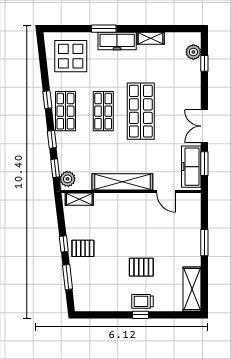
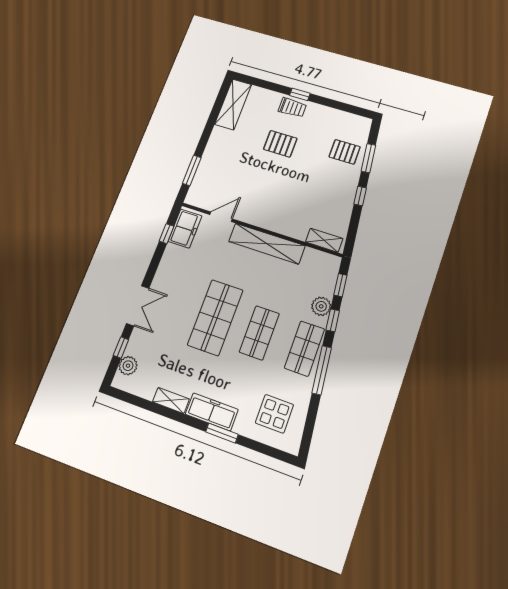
display table: (71, 56) -> (274, 414), width x0.73, depth x0.73
window: (47, 100) -> (322, 370), width x2.17
double door: (204, 126) -> (138, 306), moved
window: (204, 164) -> (166, 234), width x0.67
freezer: (191, 167) -> (185, 229), width x0.71
plant: (68, 179) -> (321, 306), moved
door: (166, 191) -> (221, 217), hinge flipped
window: (204, 243) -> (192, 170), moved
pallet: (83, 248) -> (345, 152), moved

